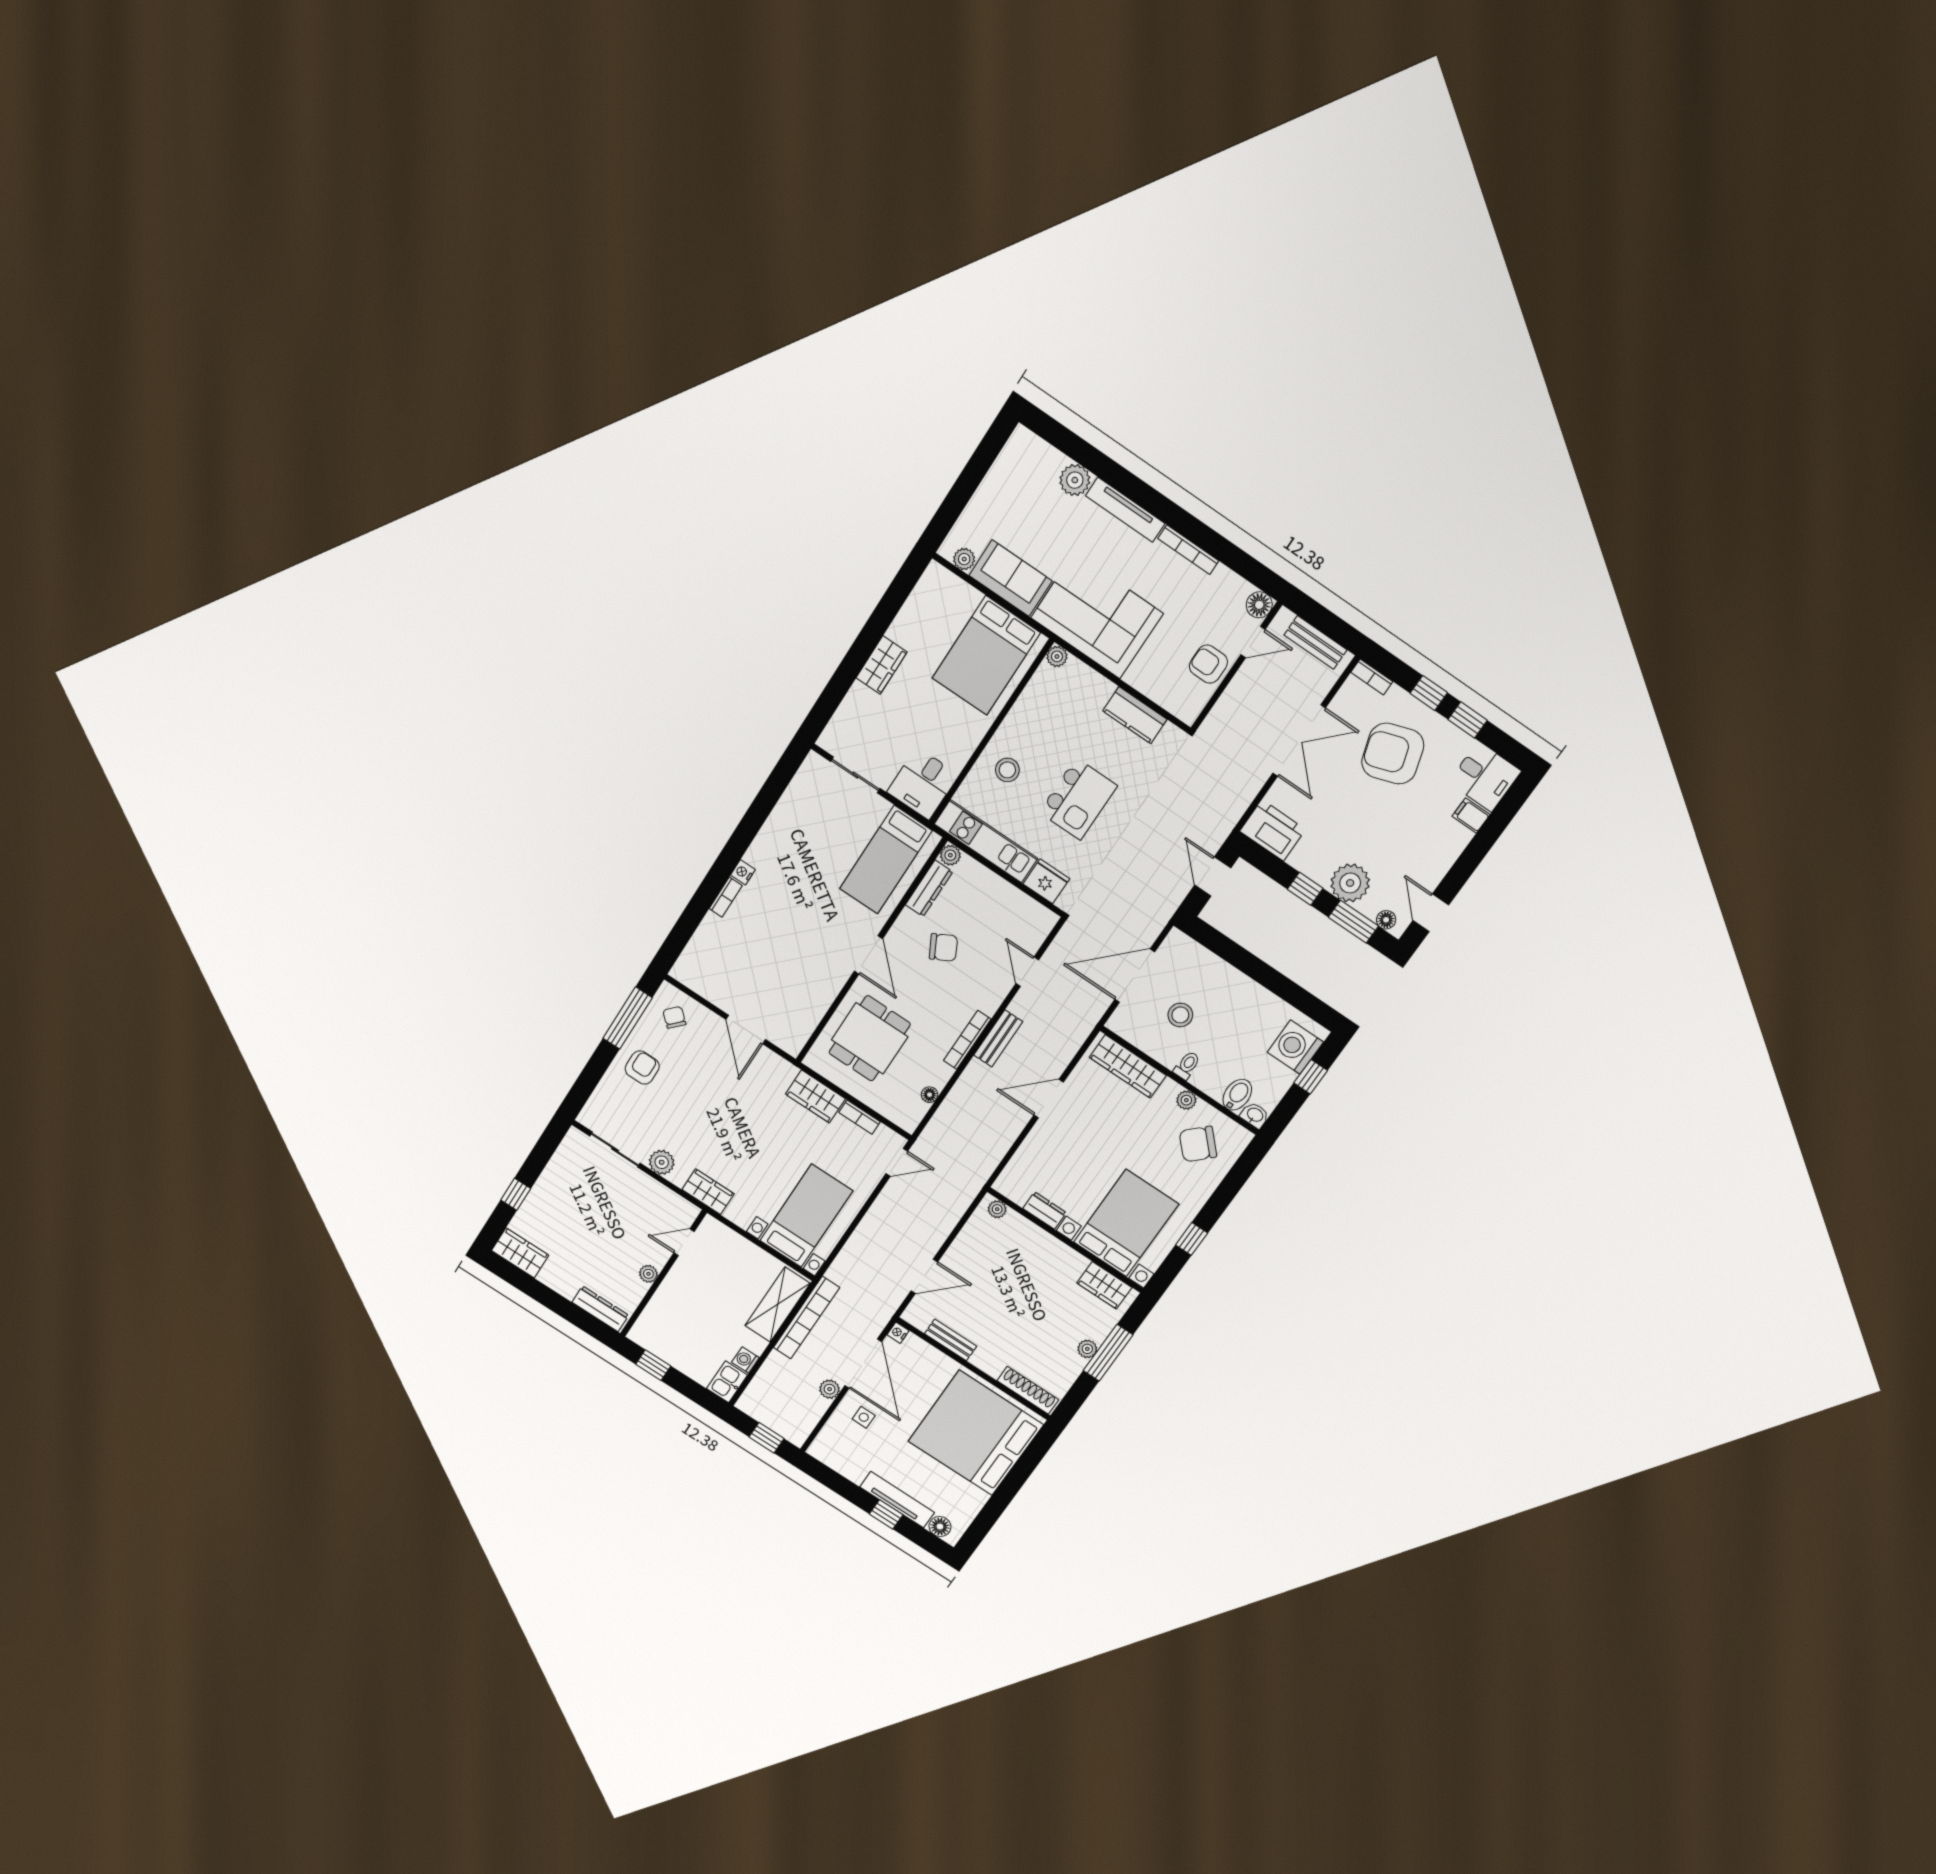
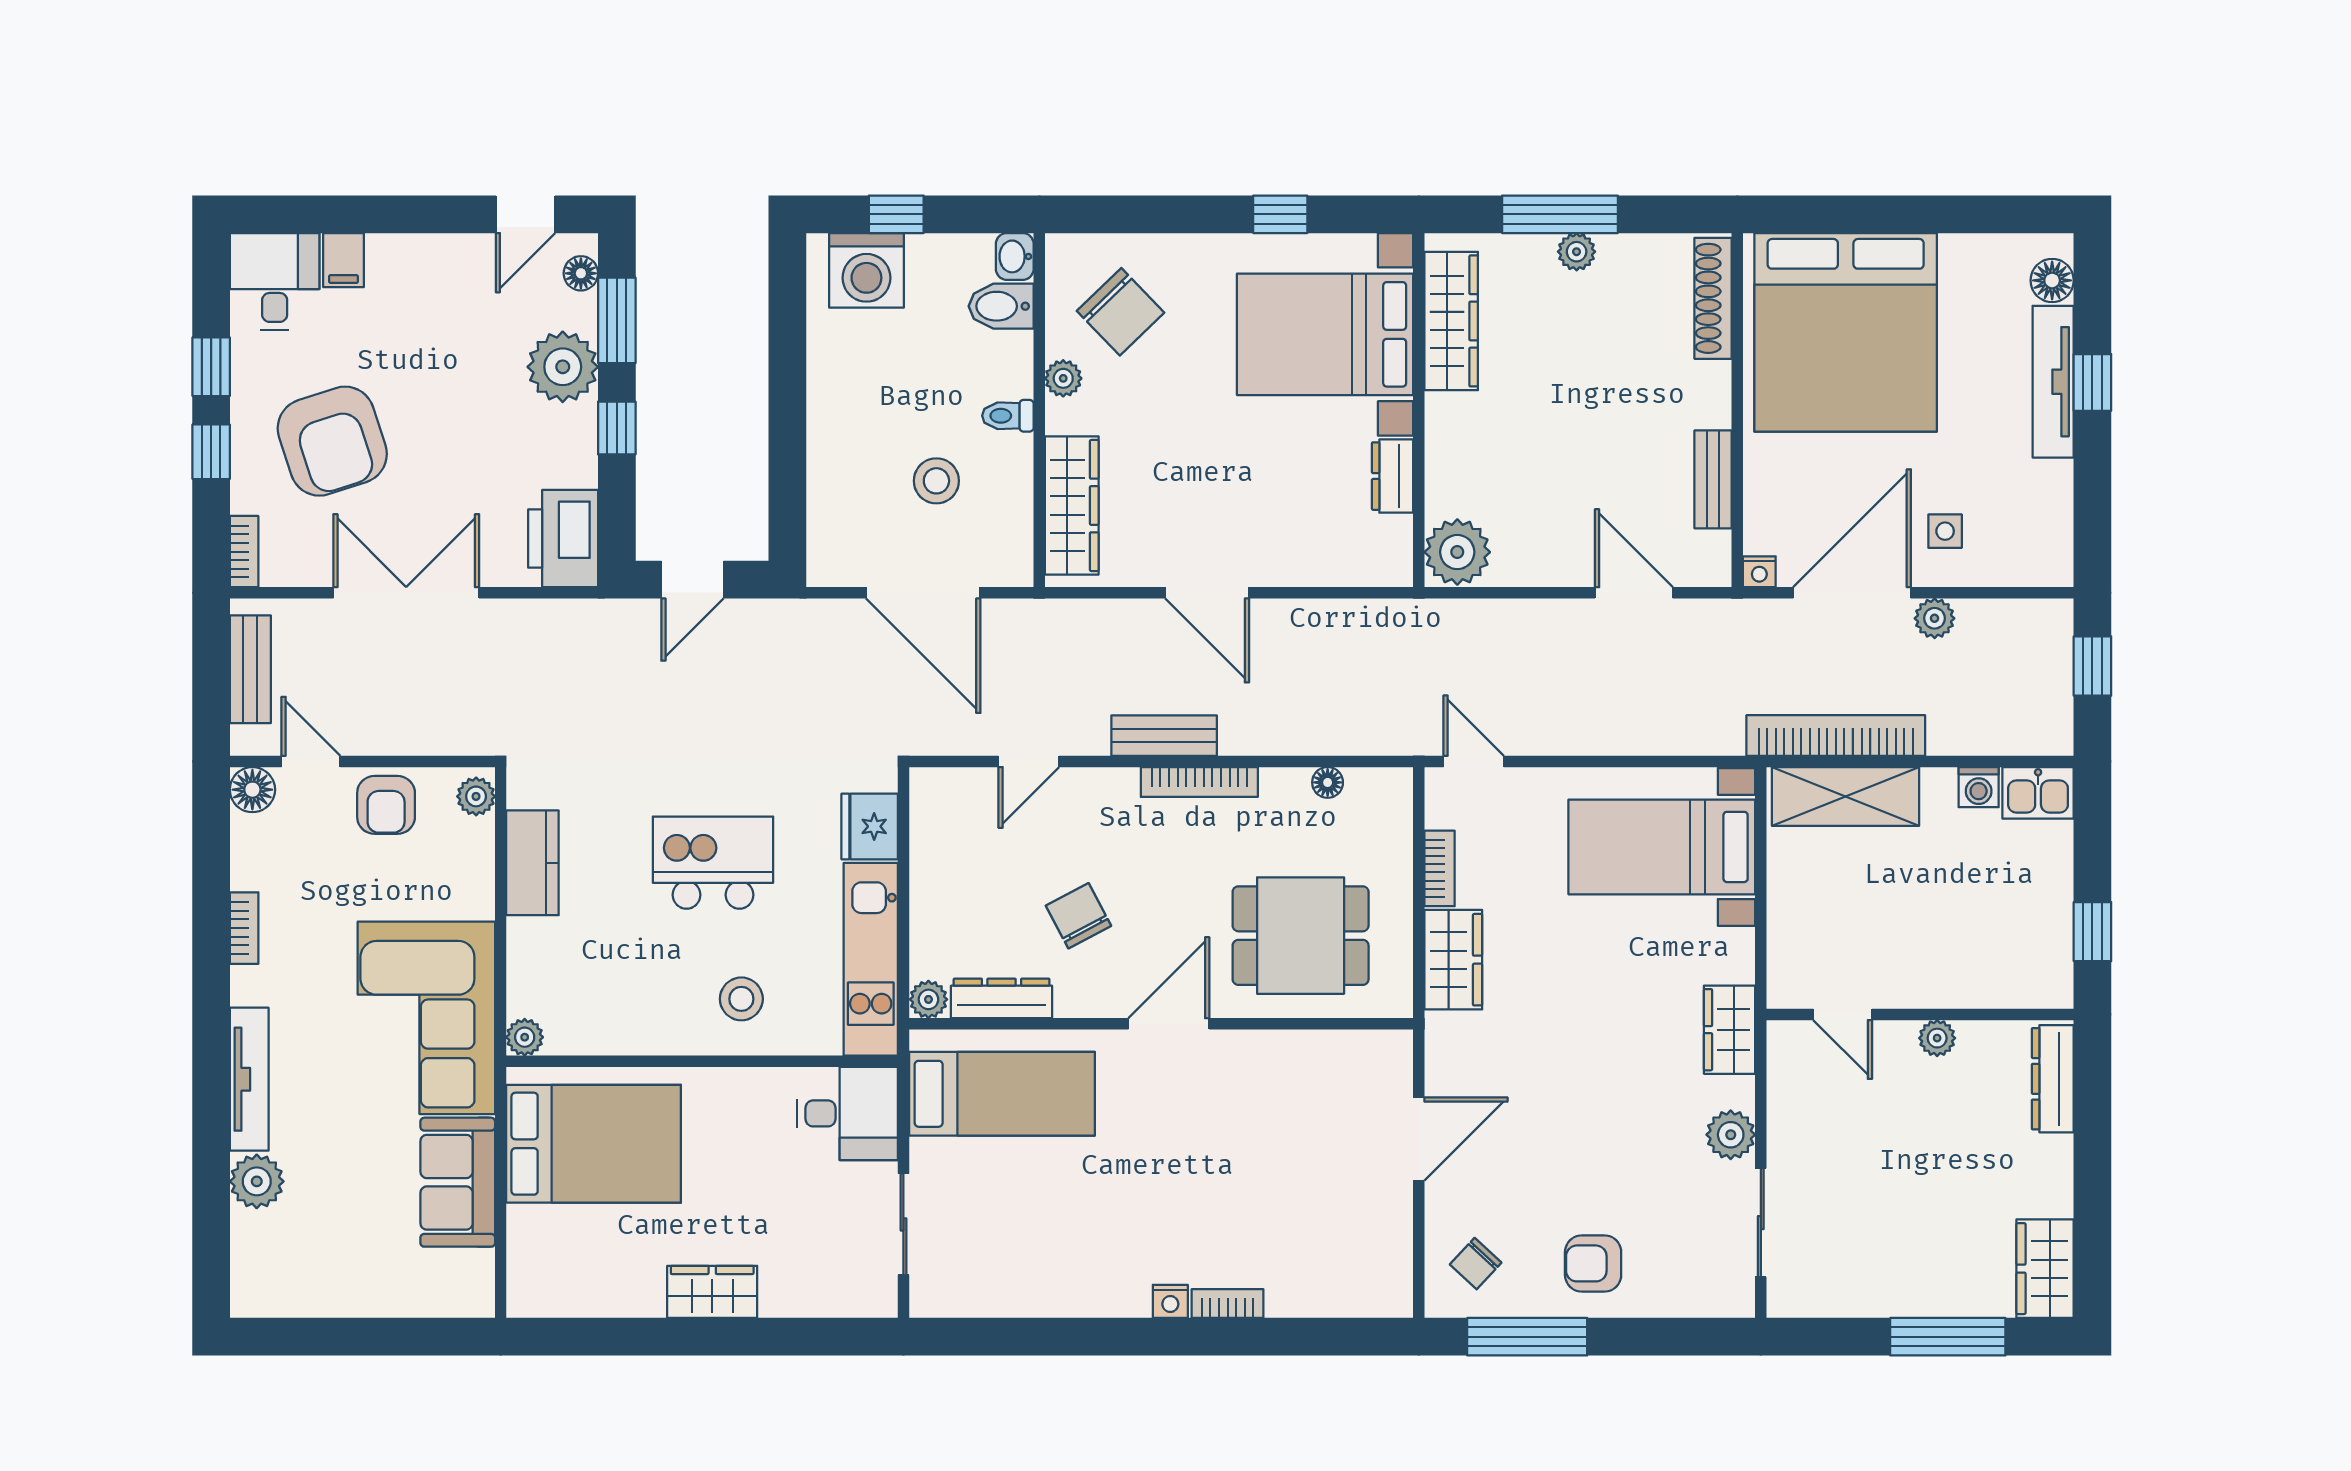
bookcase: (1188, 550) -> (244, 928), width x0.64
plant: (964, 559) -> (476, 796), moved
window: (516, 1194) -> (1948, 1337), width x2.17
plant: (997, 1209) -> (1457, 552), width x1.88, depth x1.88
wardrobe: (1104, 1285) -> (1451, 321), width x1.50

